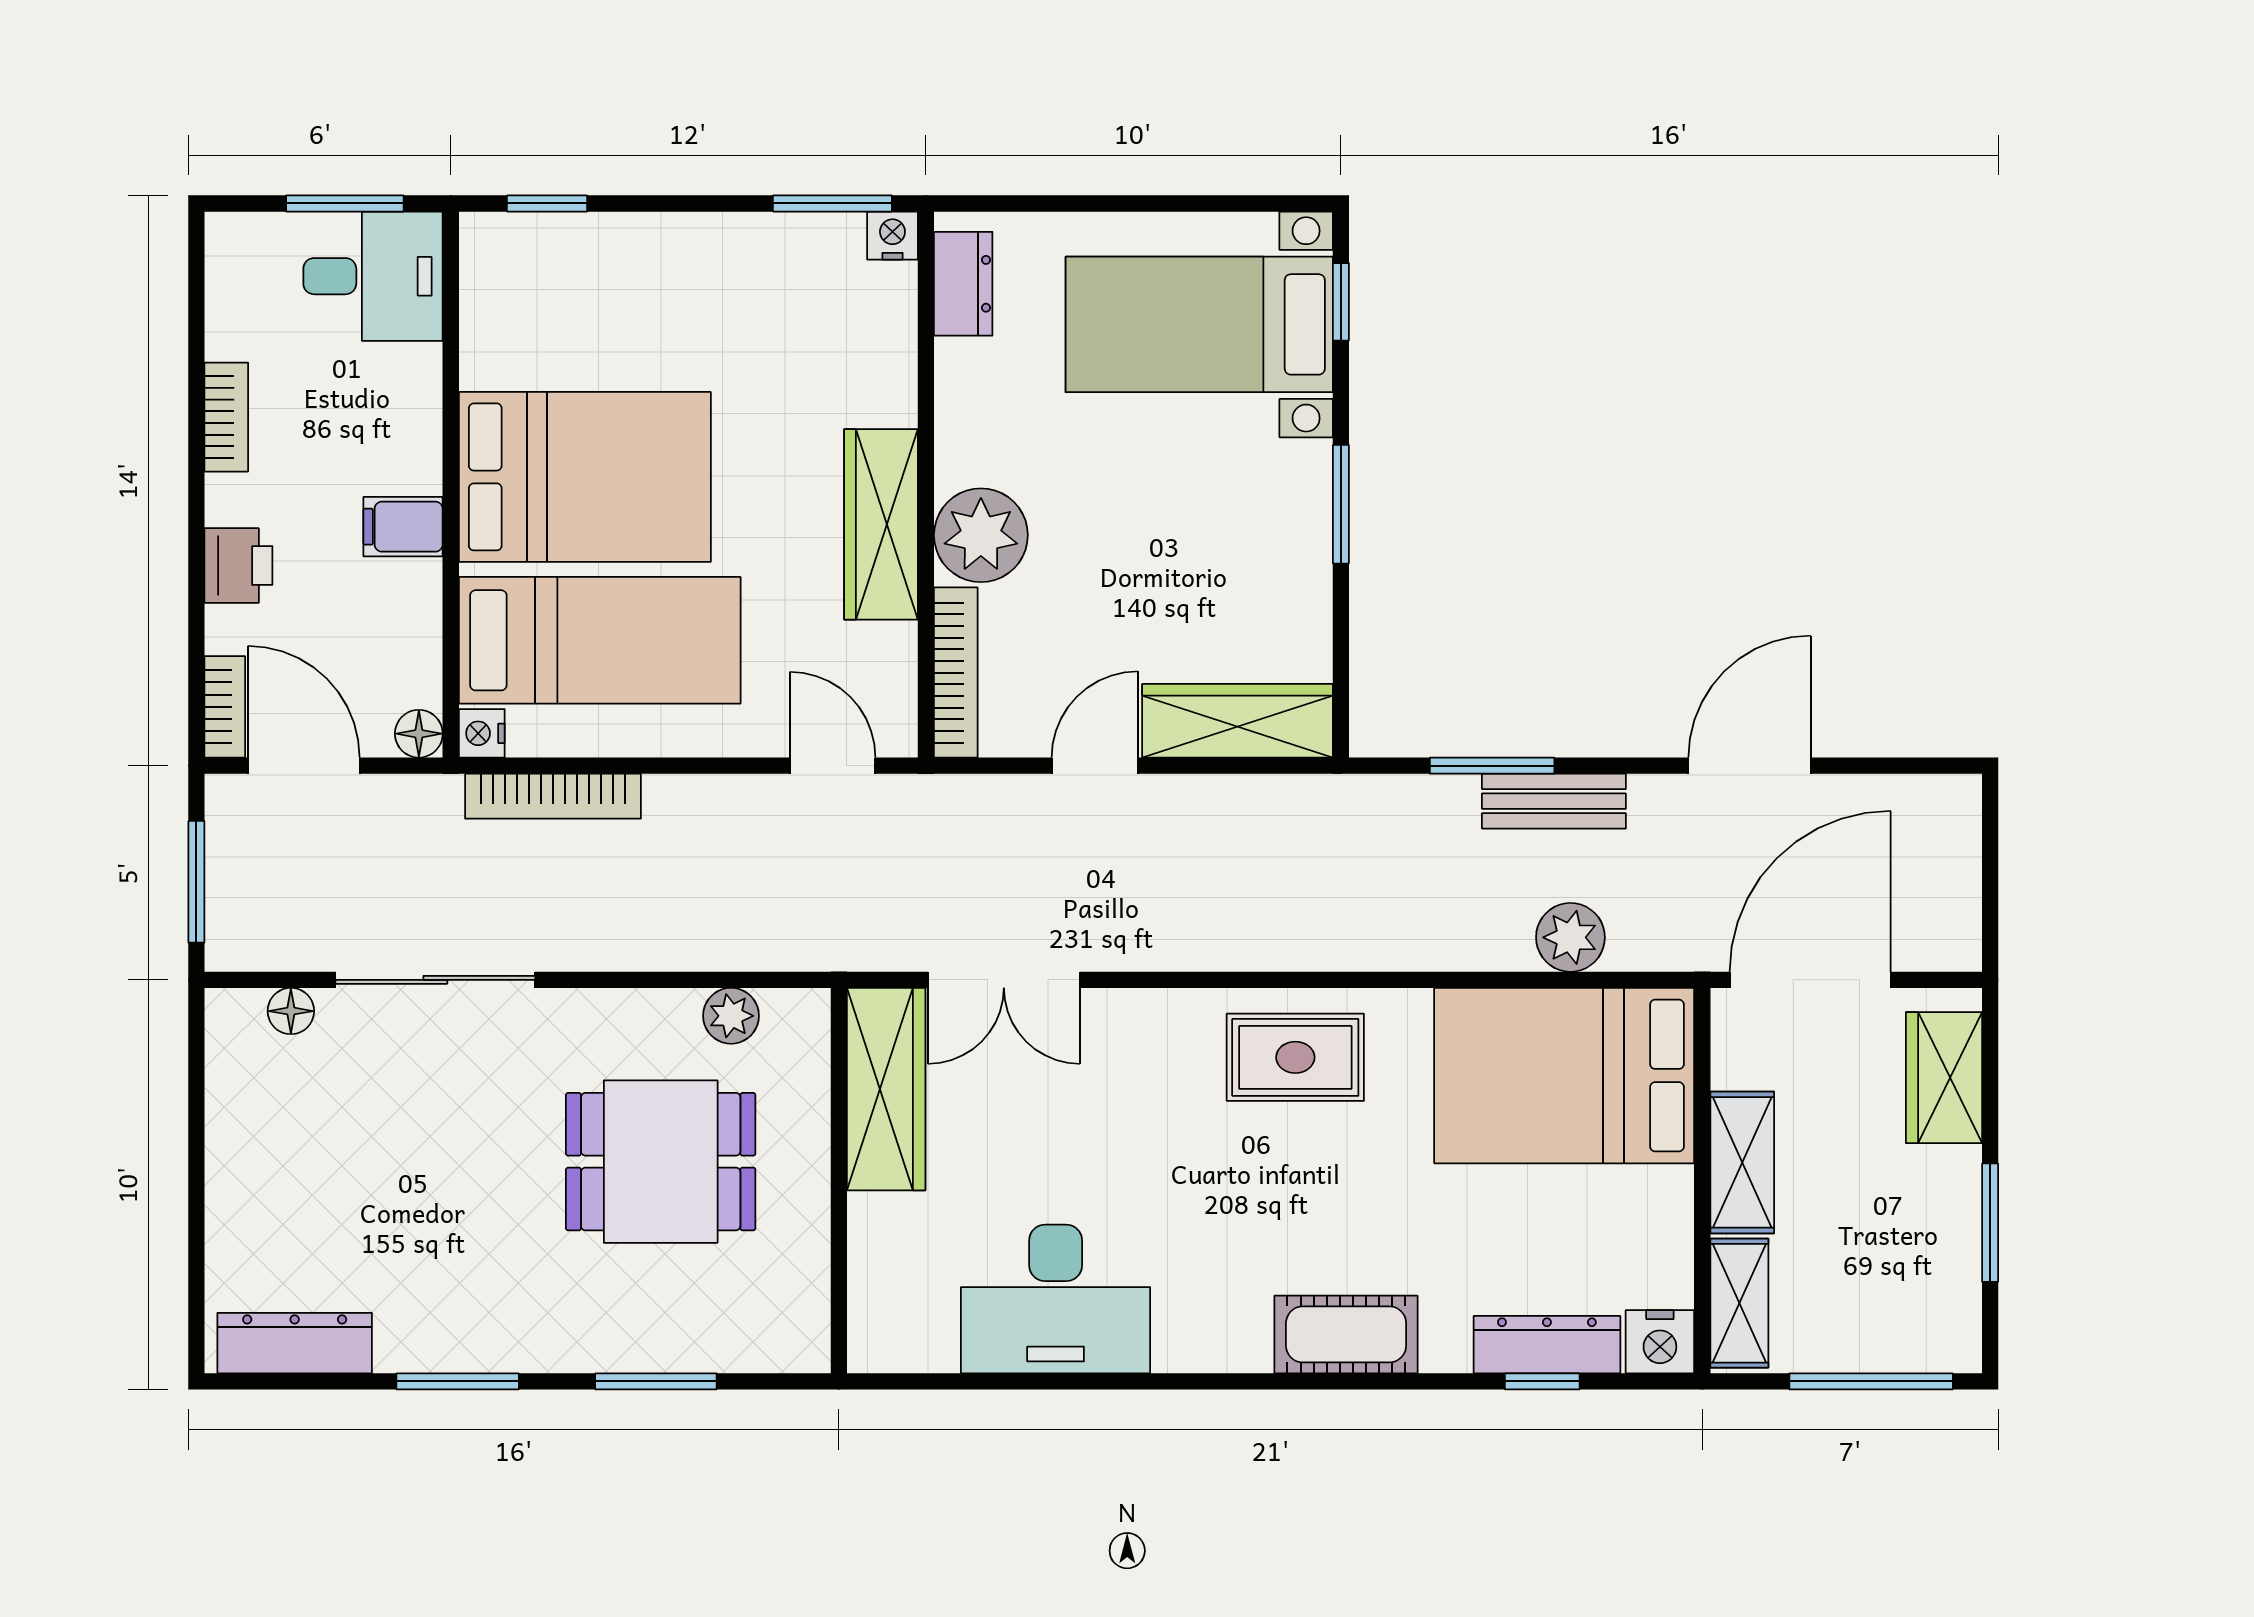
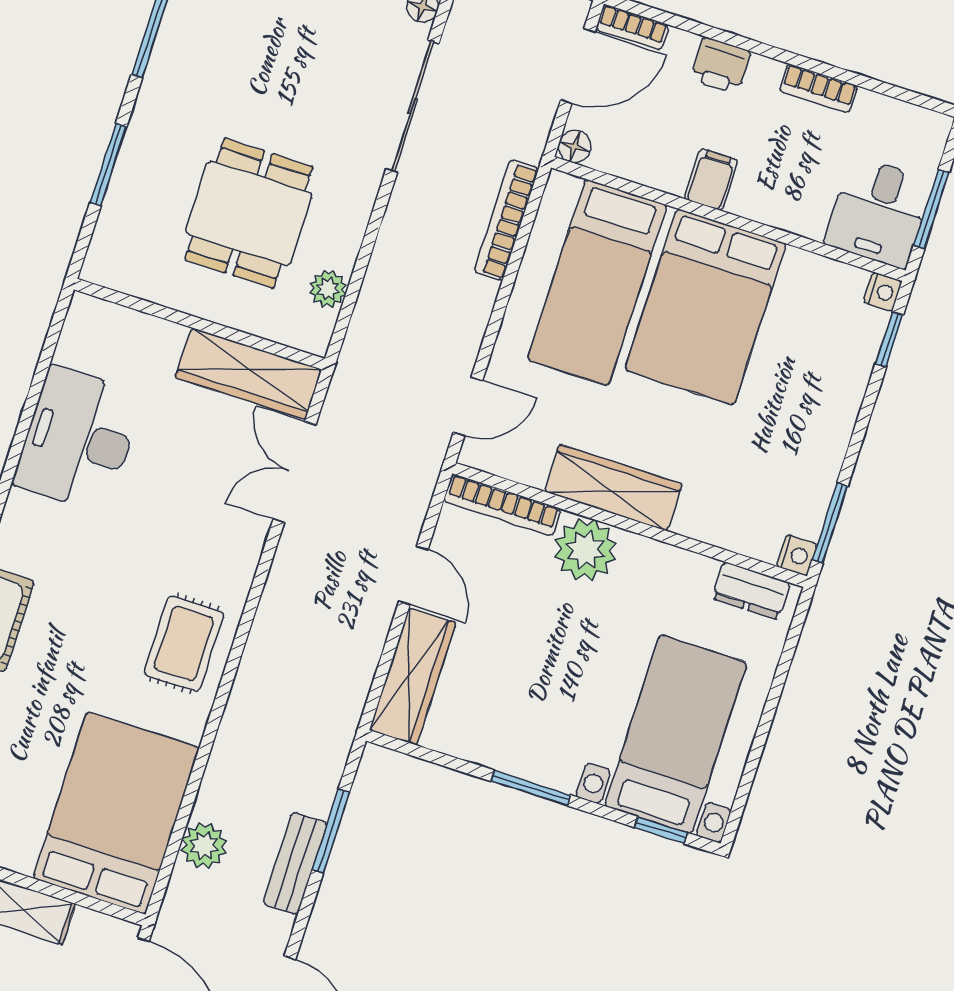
nightstand: (482, 733) -> (883, 292), moved, turned 90

